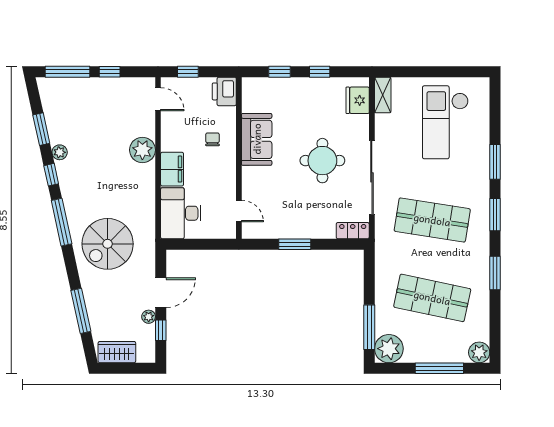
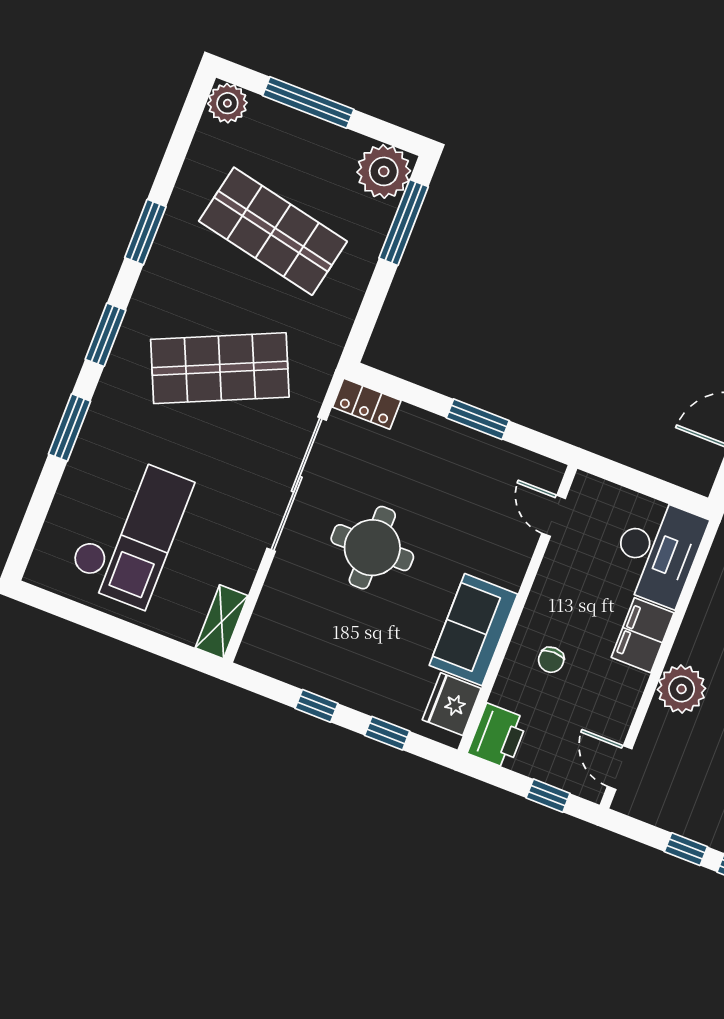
fridge: (358, 100) -> (452, 704), moved, turned 180
shop shelf: (432, 220) -> (220, 368), turned -33

